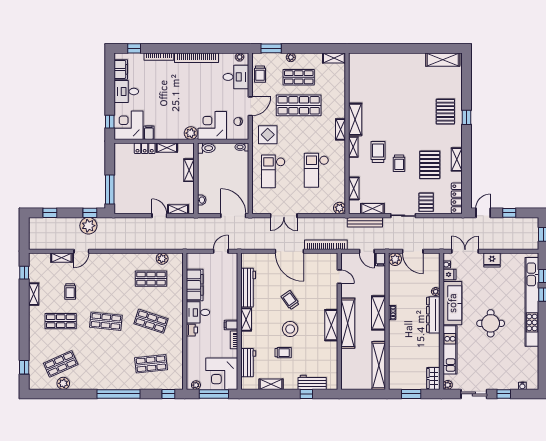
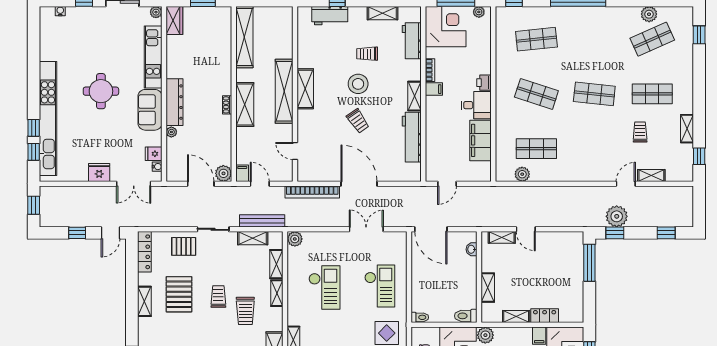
shelving: (353, 147) -> (277, 293), moved
pallet: (426, 202) -> (184, 246), turned 90
sofa: (452, 303) -> (150, 110), width x0.73

